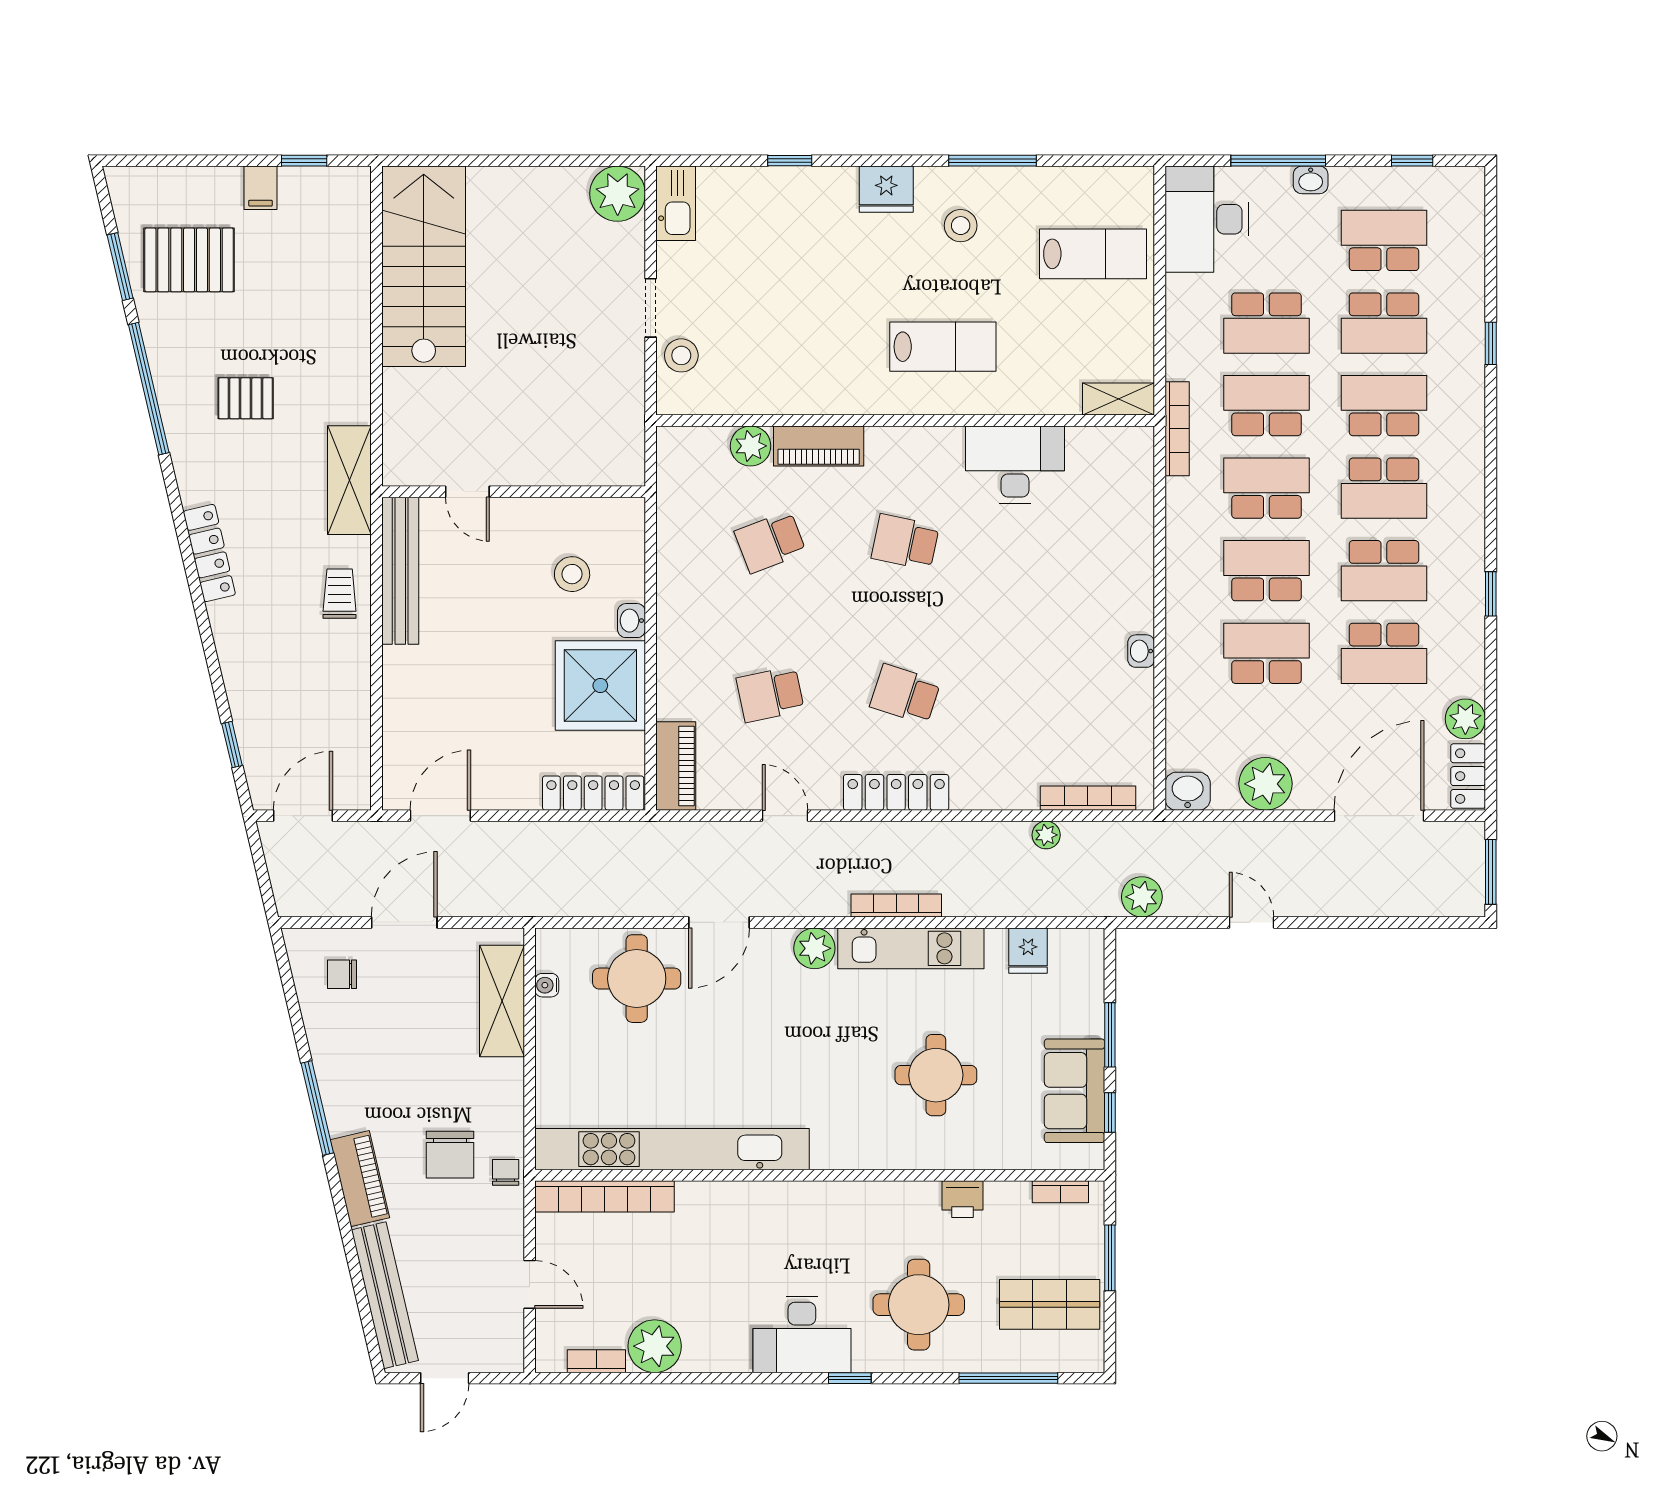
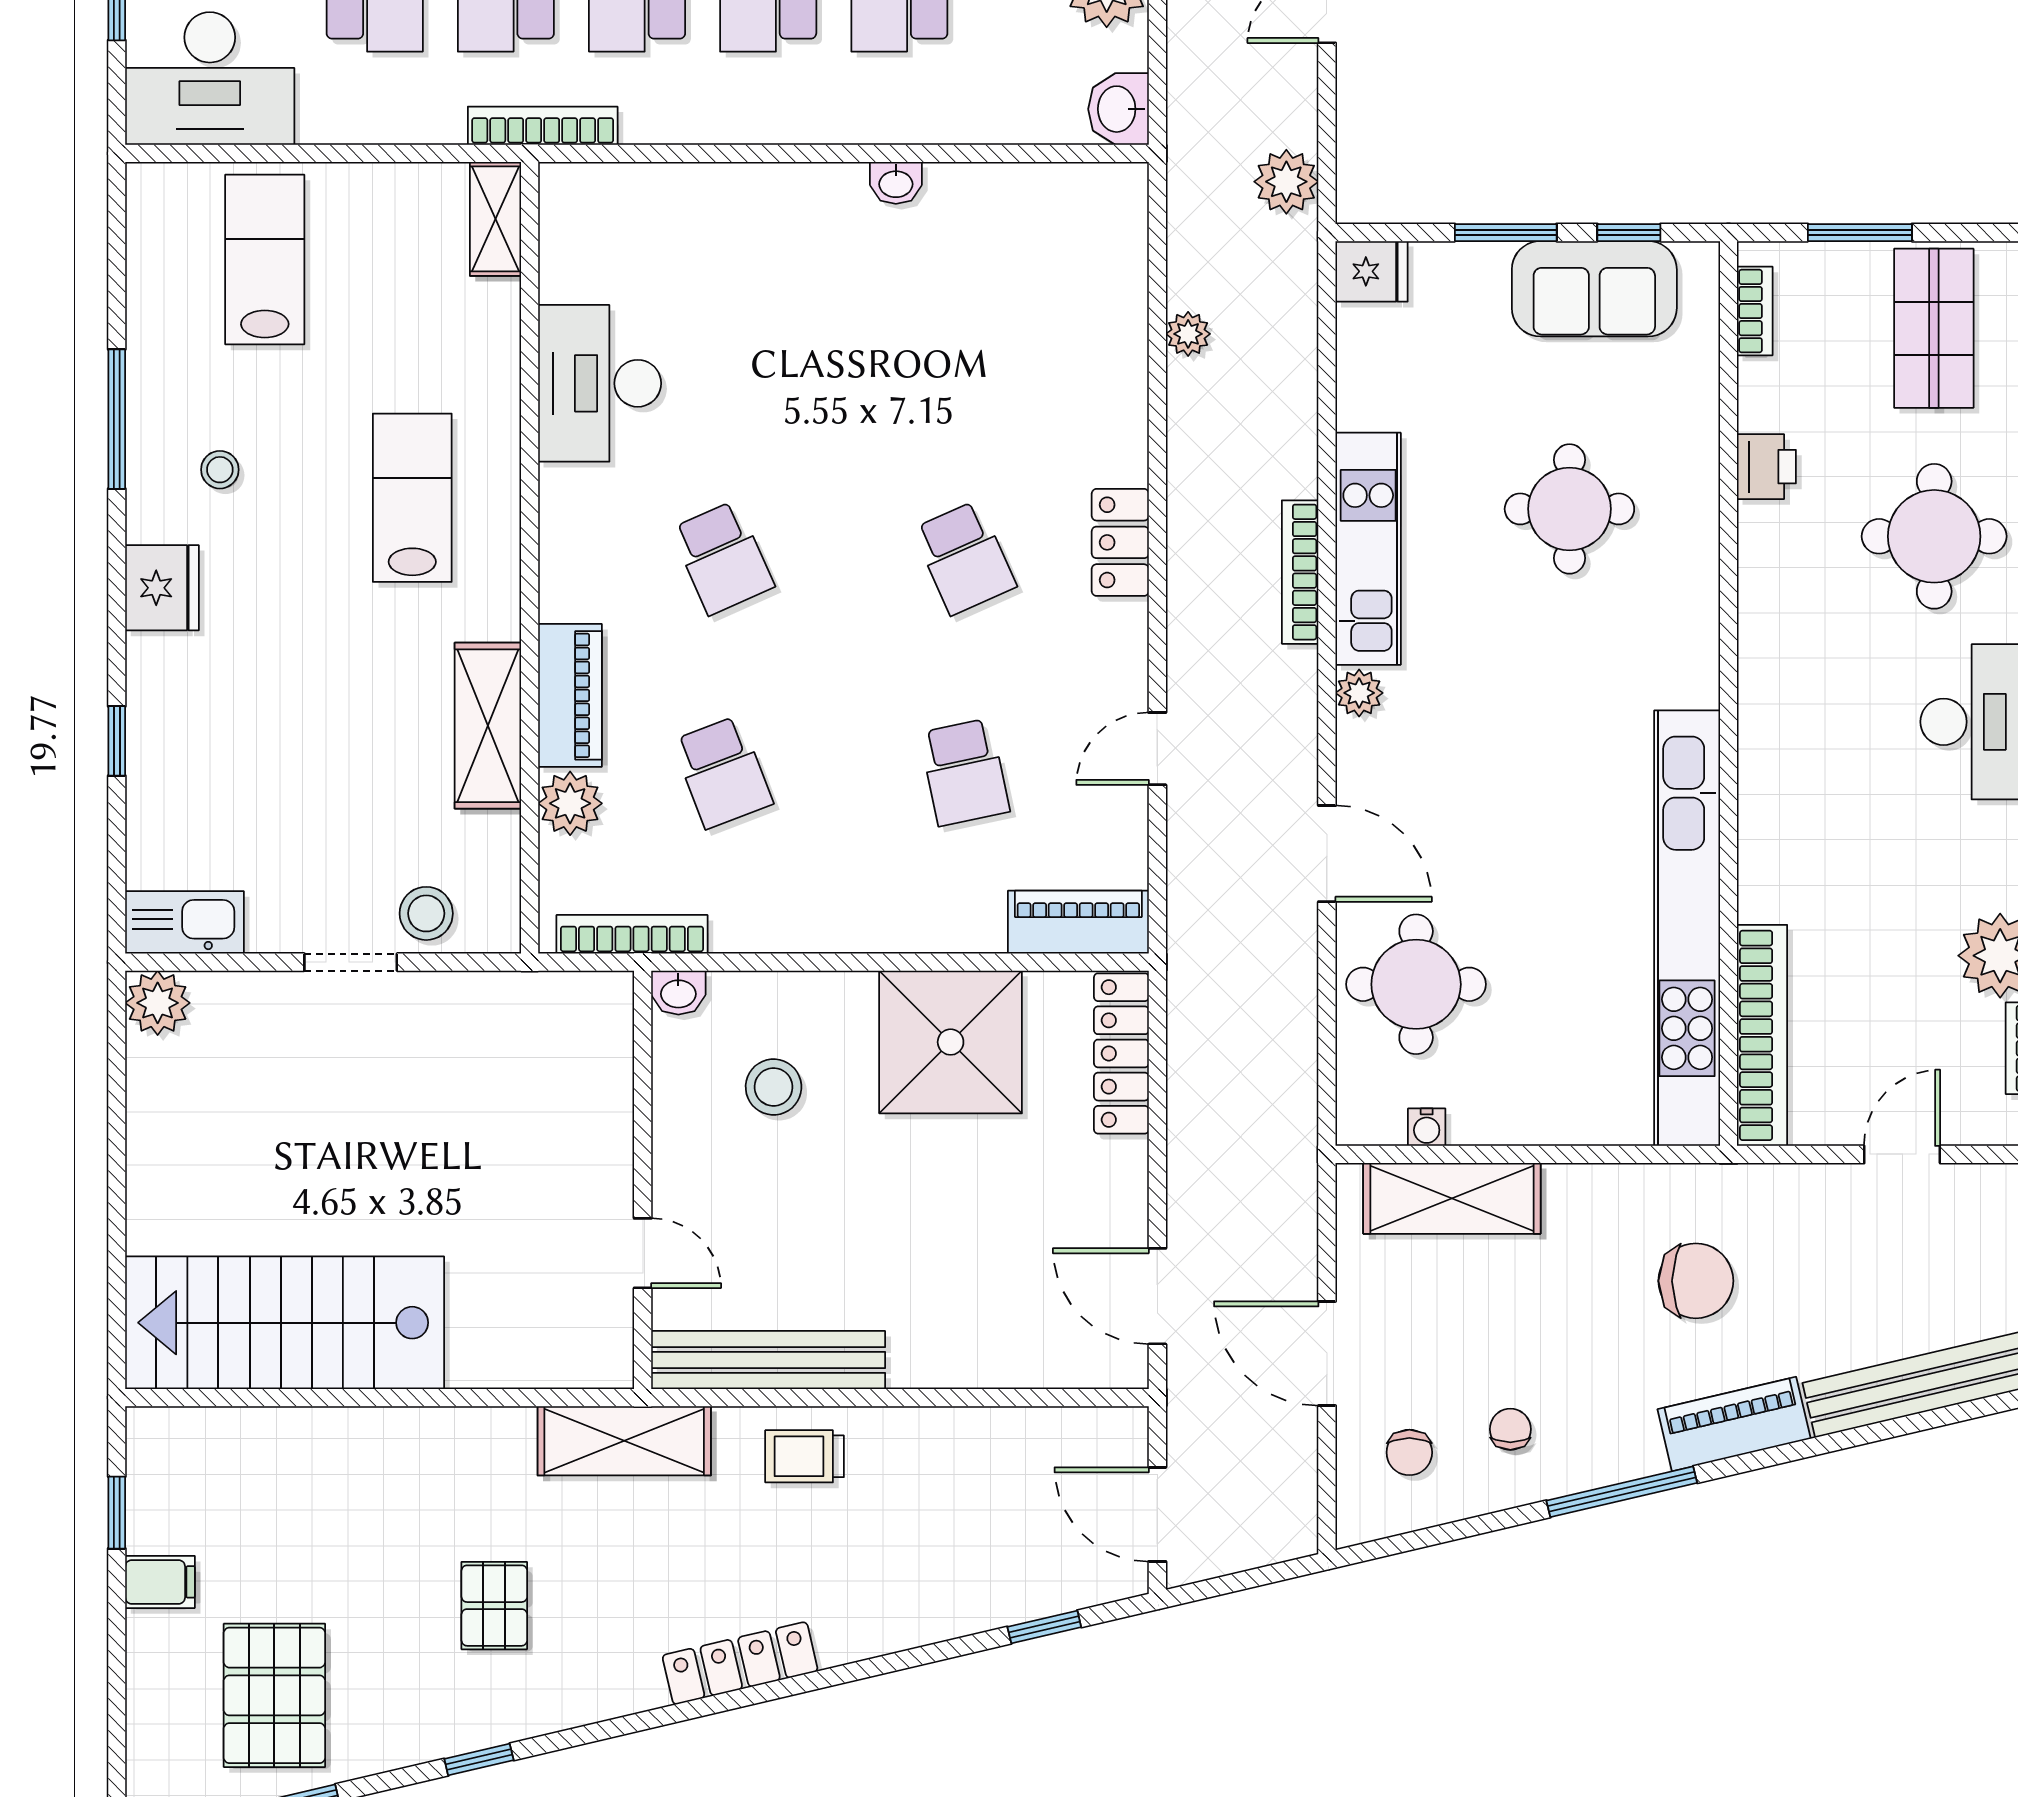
plant: (618, 194) -> (158, 1003), width x0.73, depth x0.73
stool: (961, 226) -> (220, 470), width x0.73, depth x0.73
window: (149, 389) -> (479, 1759), width x0.32
shelving: (799, 394) -> (488, 726), added
door: (467, 492) -> (643, 1253), hinge flipped
school desk: (905, 542) -> (722, 558), turned -36
washbasin: (631, 621) -> (678, 993), moved
school desk: (905, 694) -> (964, 558), turned -42
locker: (896, 792) -> (1120, 542), width x0.66
bookcase: (1088, 798) -> (632, 934), moved, turned 90
plant: (814, 948) -> (1359, 693), width x0.73, depth x0.73
fridge: (1028, 951) -> (1372, 271), moved
chair: (506, 1172) -> (1510, 1429), moved, turned 90

